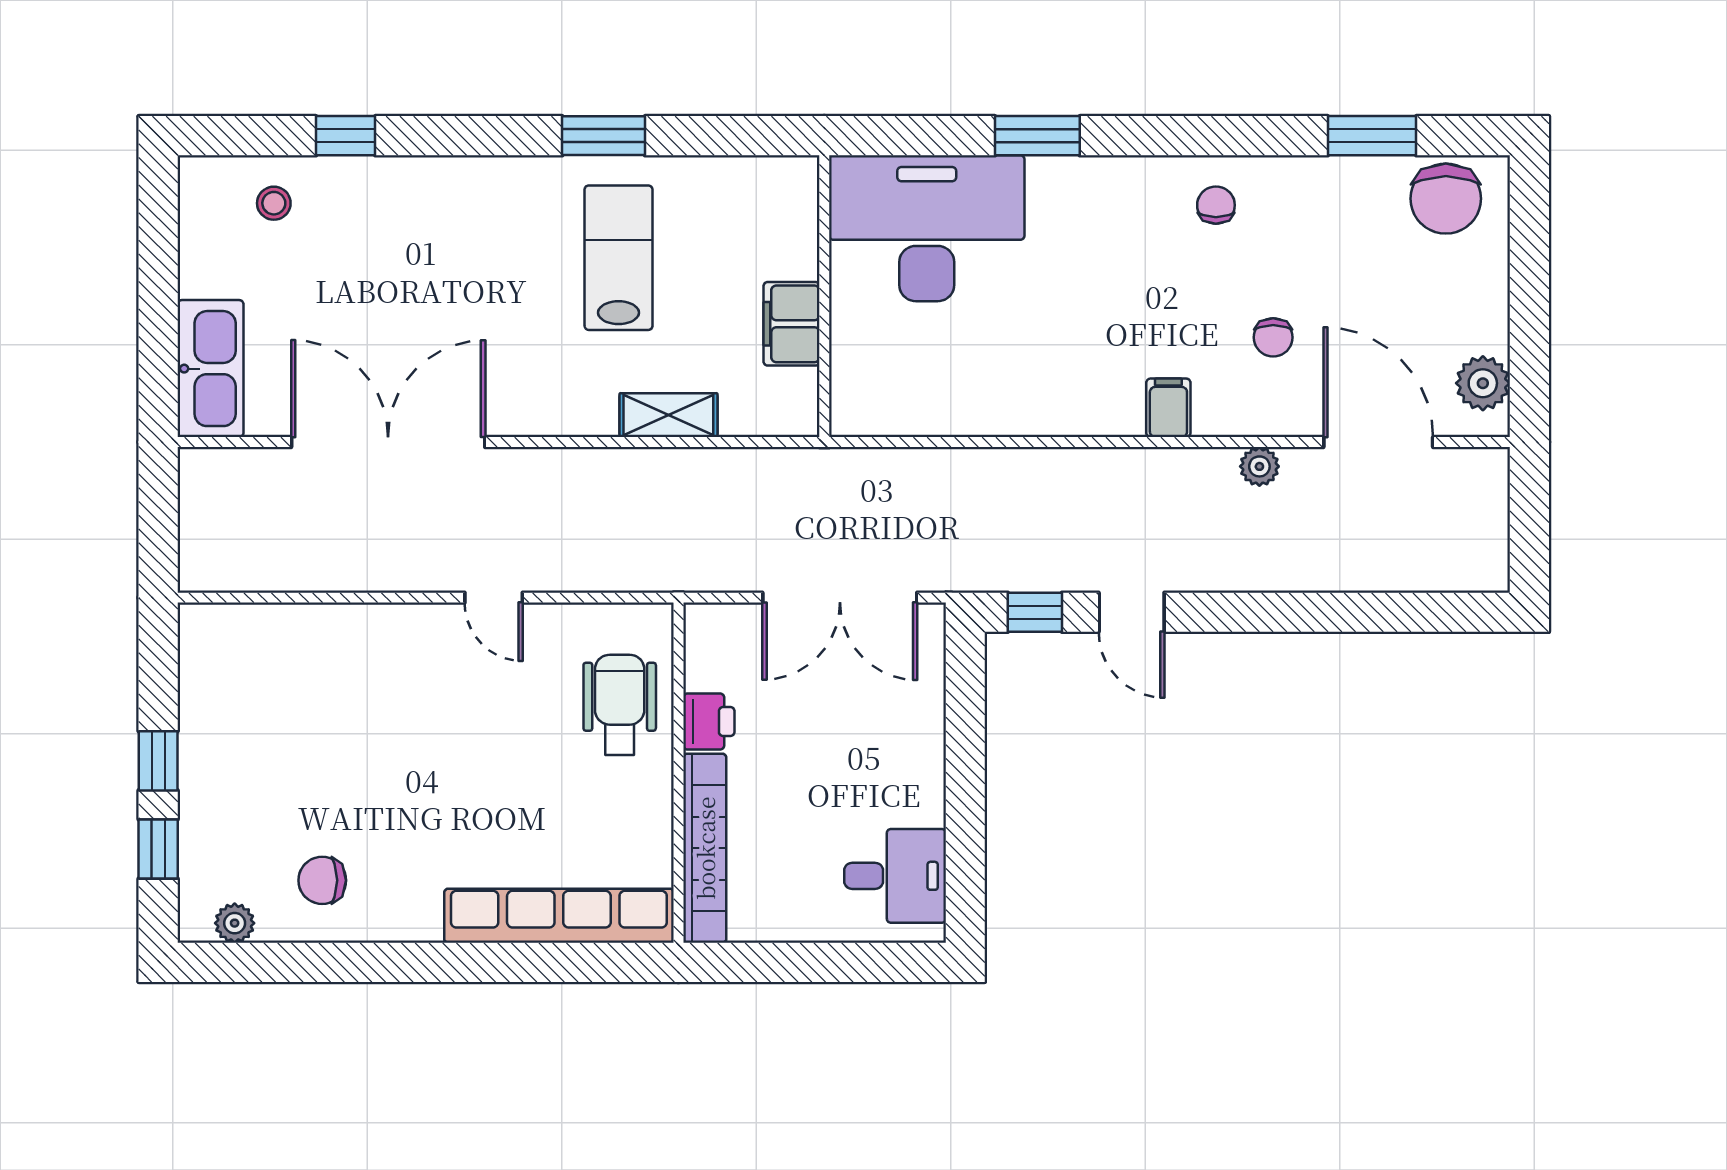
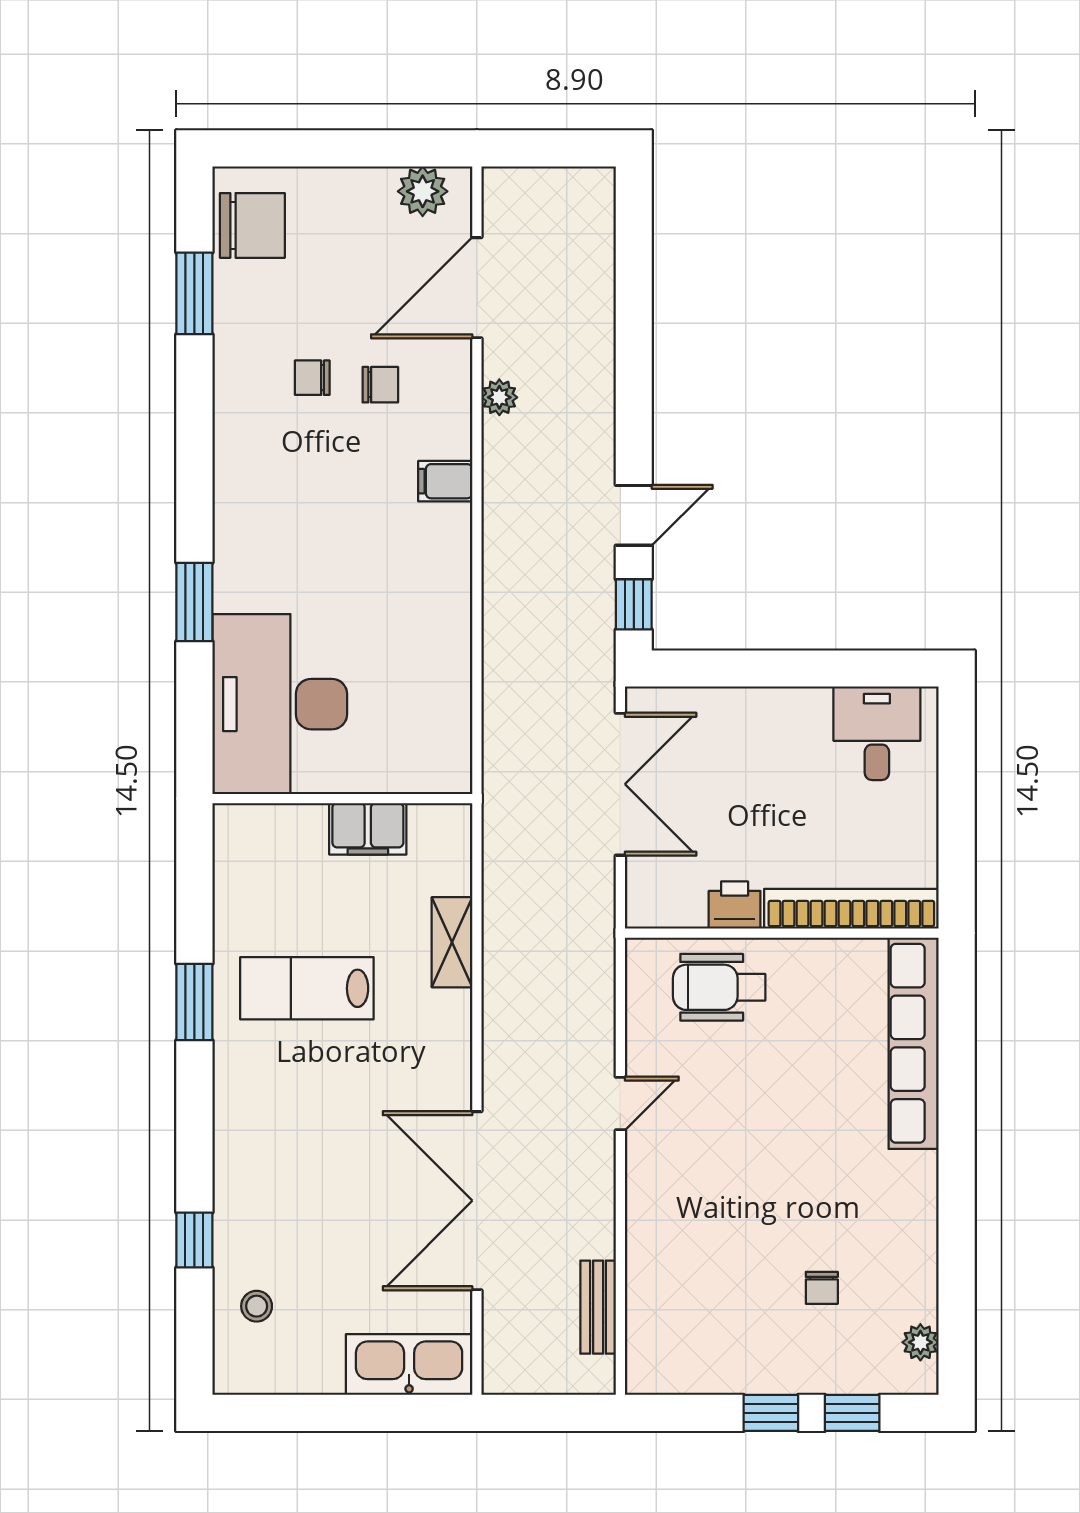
chair: (1216, 205) -> (312, 378), moved
bench: (273, 573) -> (598, 1307), added
chair: (322, 880) -> (822, 1288), moved, width x0.73, depth x0.73

